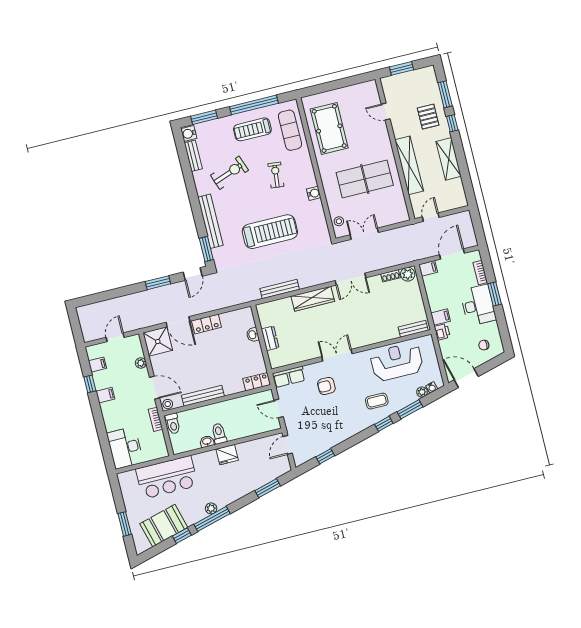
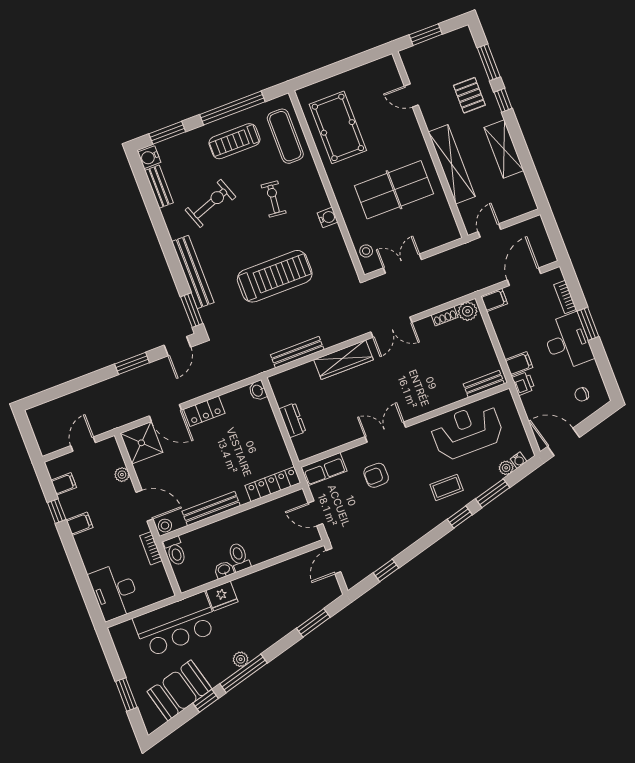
washbasin: (253, 335) -> (258, 391), moved
locker: (257, 382) -> (273, 484), width x1.53
fridge: (227, 455) -> (222, 596), moved

